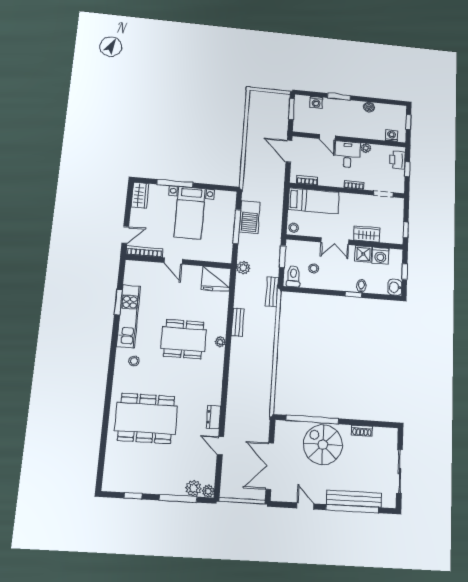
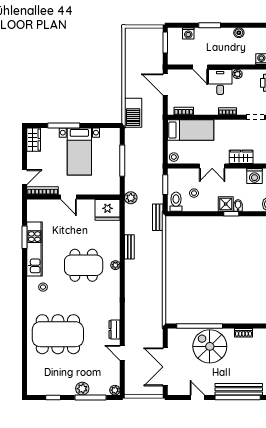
barbecue: (250, 217) -> (133, 113), moved
shower: (363, 254) -> (226, 204), moved
plant: (193, 488) -> (82, 389), moved

